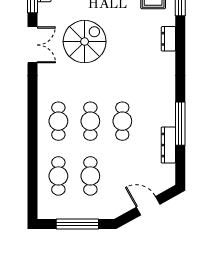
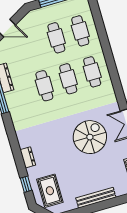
spiral stairs: (85, 42) -> (90, 137), turned 180

